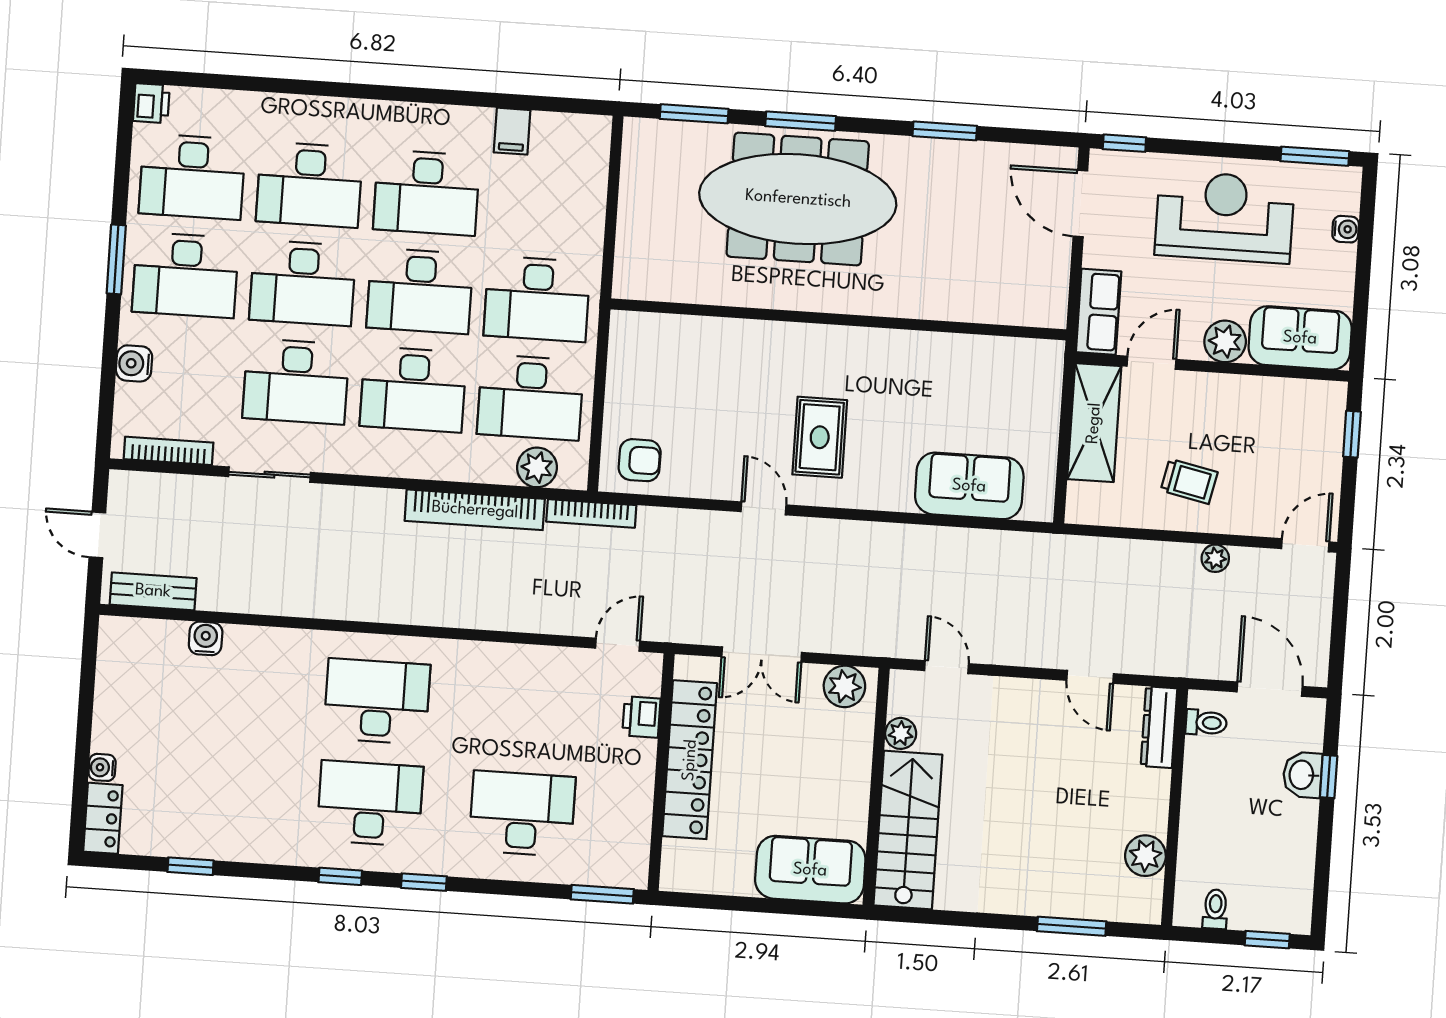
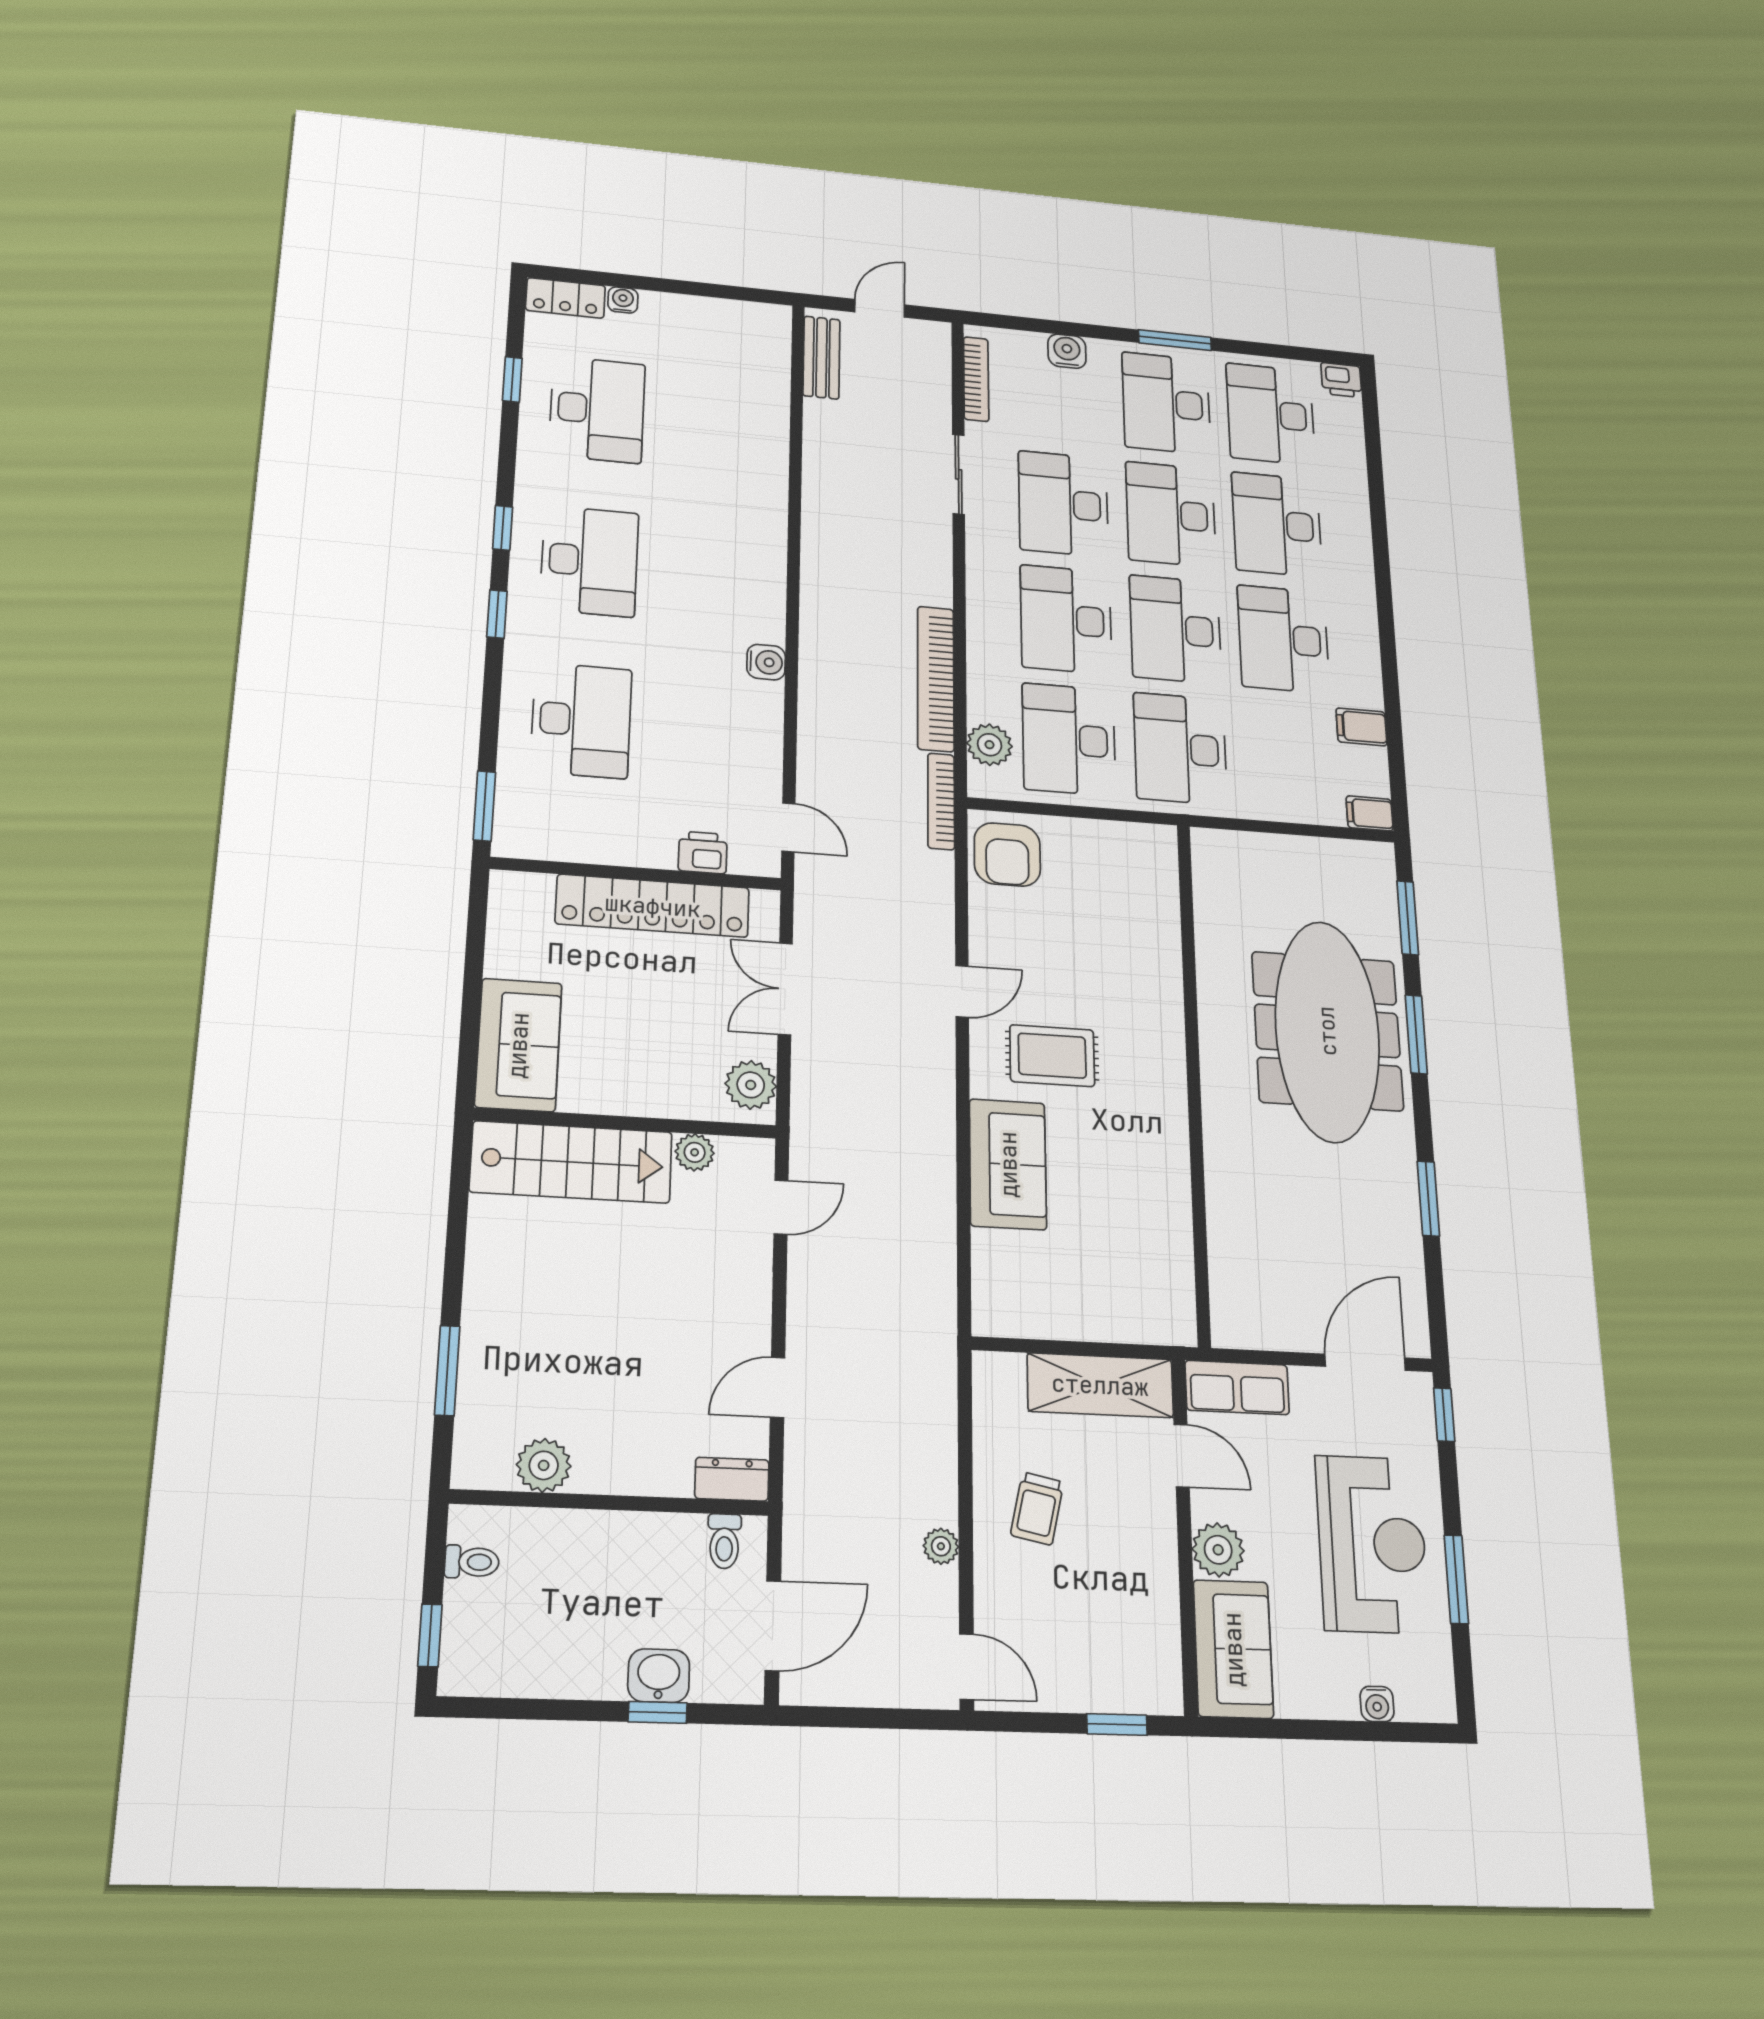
filing cabinet: (596, 135) -> (1370, 813), added
window: (1315, 156) -> (1456, 1579), moved
armchair: (640, 460) -> (1007, 854), width x1.38, depth x1.38
sofa: (969, 486) -> (1008, 1164), moved
water cooler: (206, 638) -> (766, 662), moved
desk: (377, 701) -> (597, 409), moved
dresser: (1159, 727) -> (732, 1479), width x0.70

